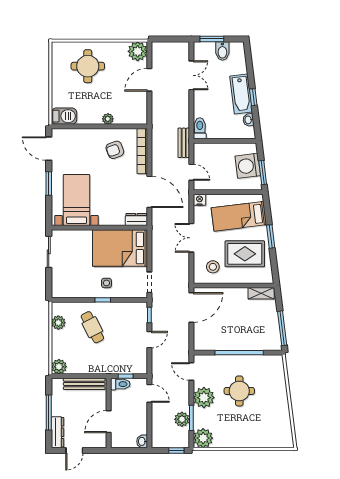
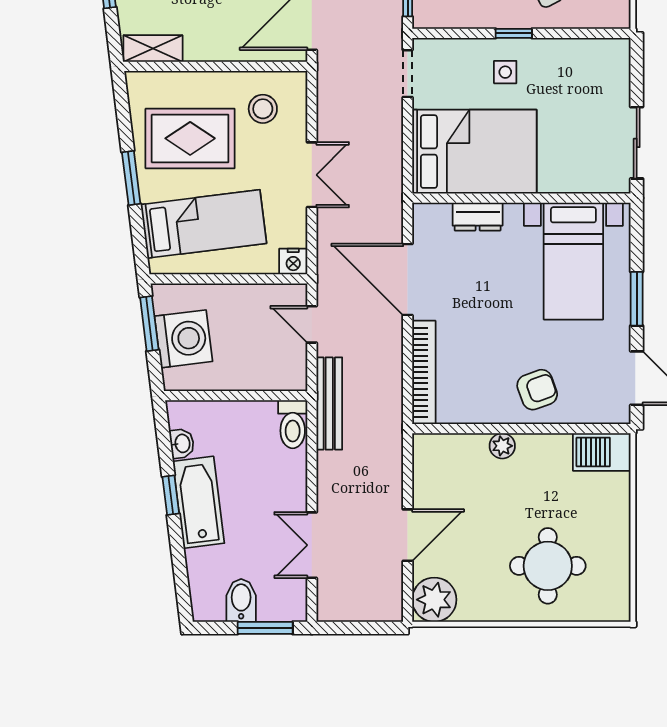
bench: (184, 143) -> (329, 404), width x1.36
armchair: (115, 150) -> (537, 390), moved
dresser: (136, 219) -> (478, 217), moved

